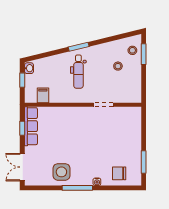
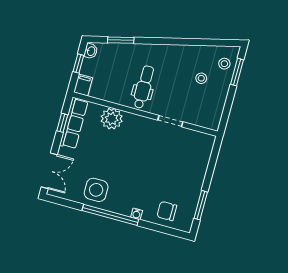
window: (79, 47) -> (121, 40), moved
dental chair: (78, 72) -> (144, 87), moved, turned 180
filing cabinet: (43, 95) -> (83, 85), moved
plant: (59, 115) -> (112, 119), added
double door: (22, 167) -> (49, 171), swing flipped
window: (77, 188) -> (110, 215), width x1.46

